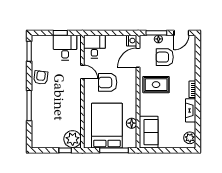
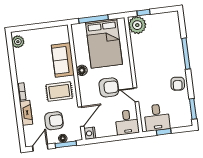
fireplace: (191, 110) -> (26, 113), moved
floor lamp: (132, 123) -> (82, 70), moved
sofa: (149, 132) -> (63, 60), moved

